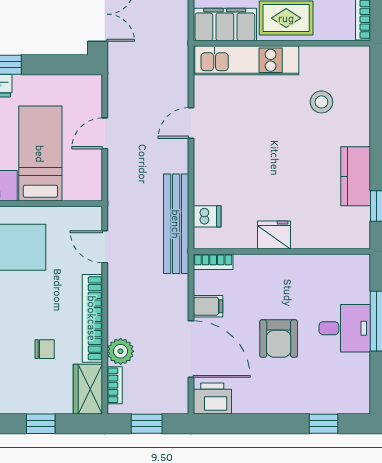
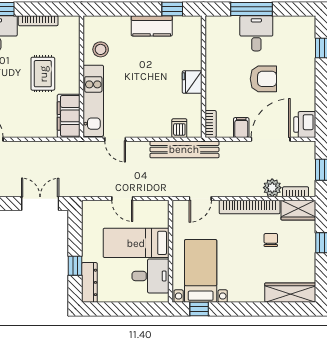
filing cabinet: (225, 25) -> (69, 116), moved
wall: (282, 43) -> (82, 77), moved
kitchen unit: (247, 60) -> (93, 101), moved

